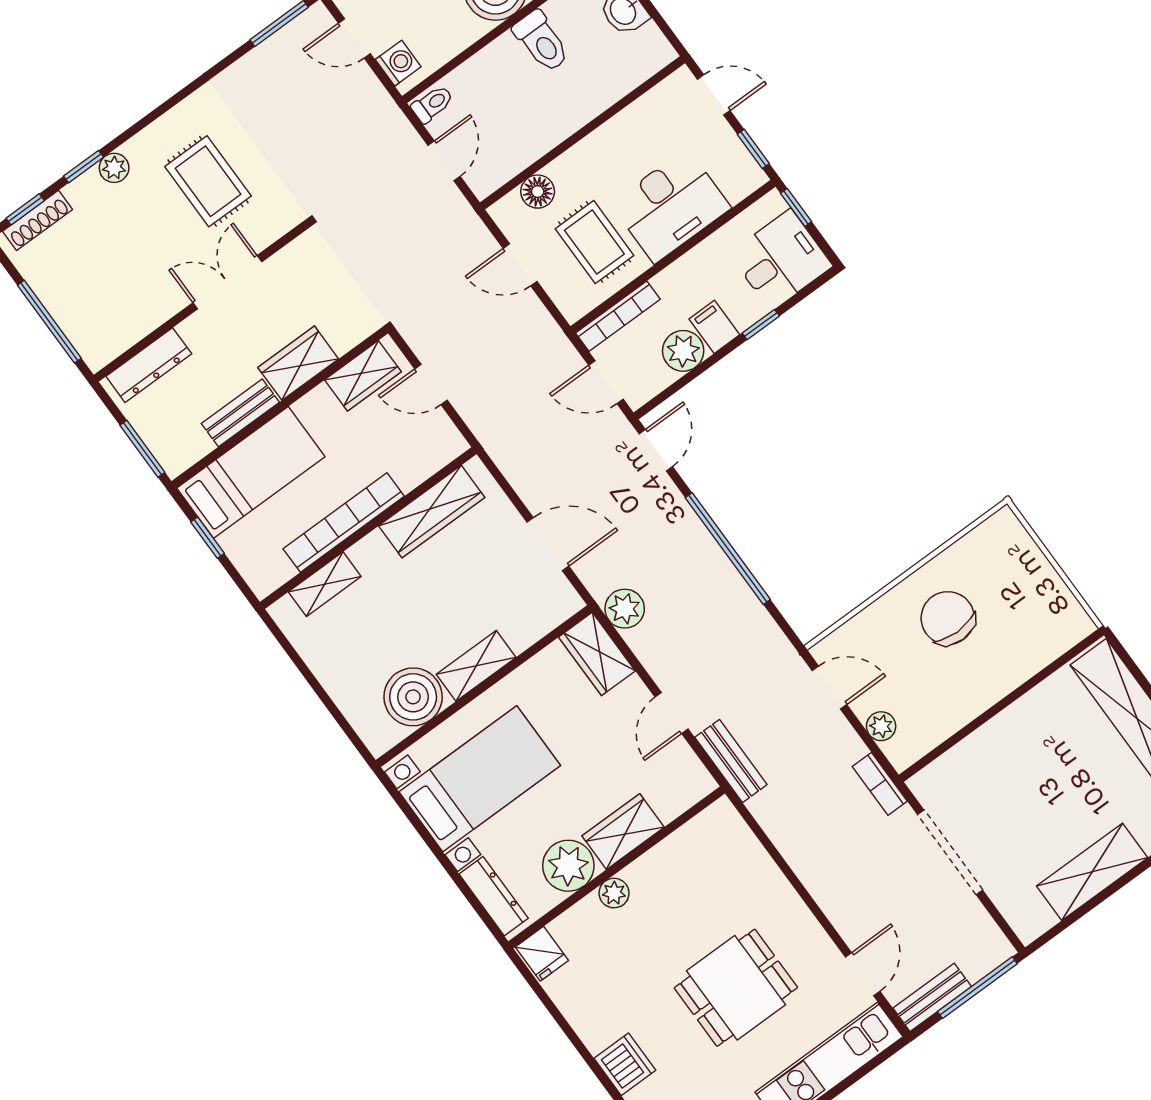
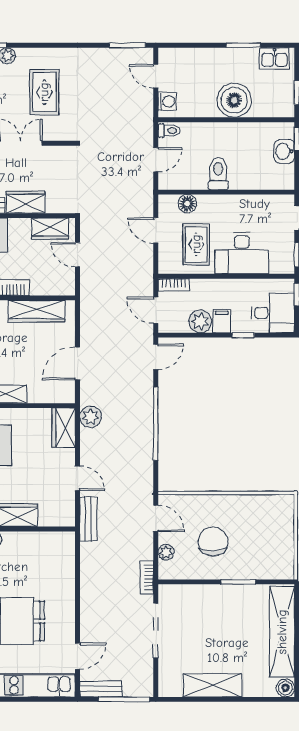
toilet: (542, 41) -> (218, 173), moved, turned 180
bookcase: (618, 316) -> (174, 285), width x0.64
door: (548, 544) -> (77, 363), swing flipped
chair: (948, 618) -> (213, 542), moved
window: (1019, 692) -> (238, 582), added
door: (671, 713) -> (77, 478), swing flipped

